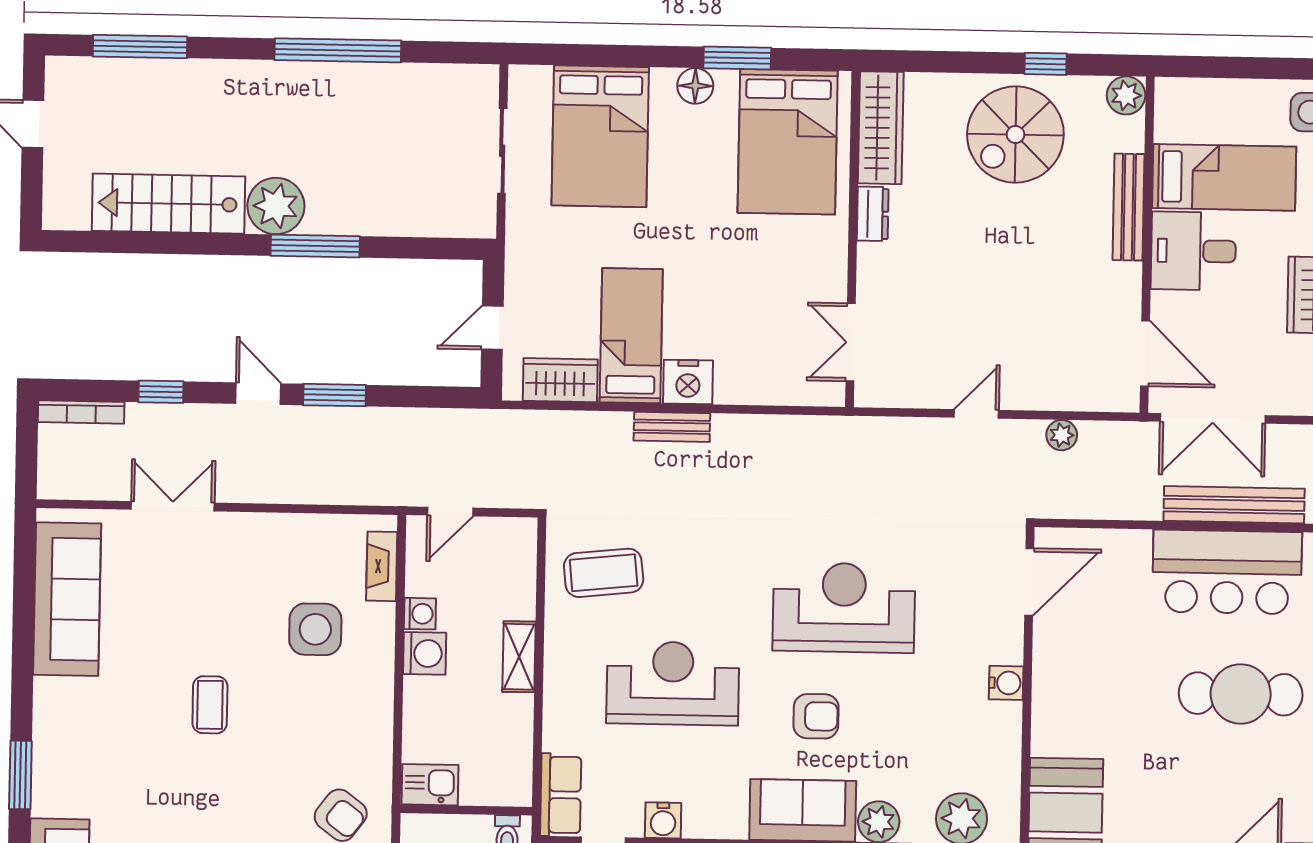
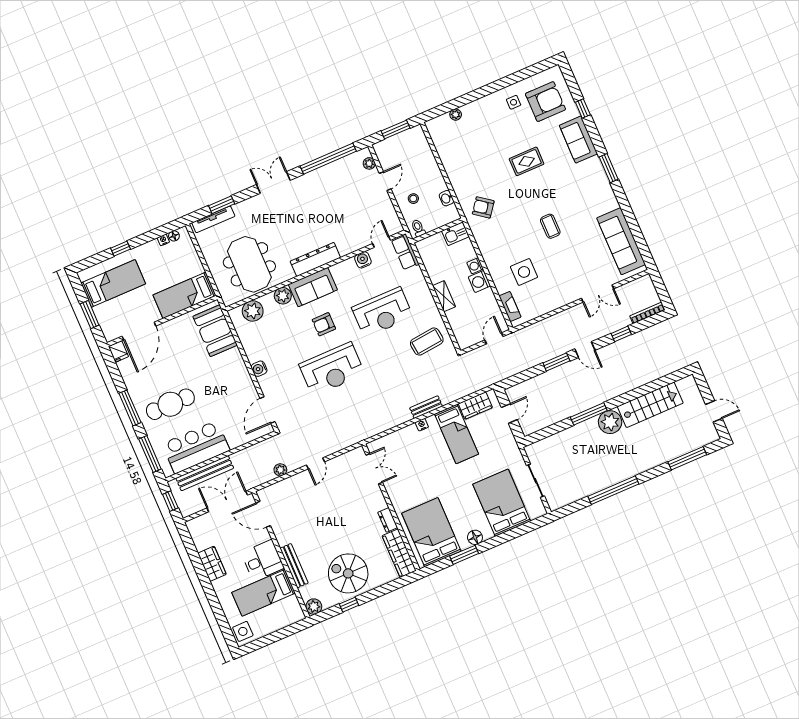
spiral stairs: (1015, 135) -> (348, 573), turned -90
nightstand: (688, 382) -> (422, 425), width x0.53, depth x0.56
washing machine: (420, 614) -> (475, 266), moved

